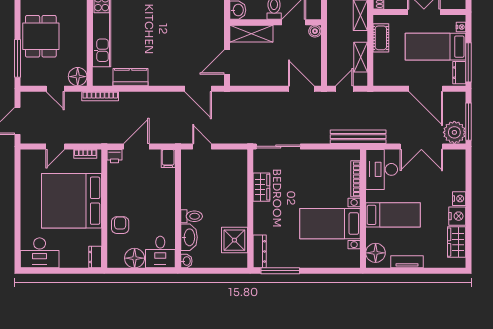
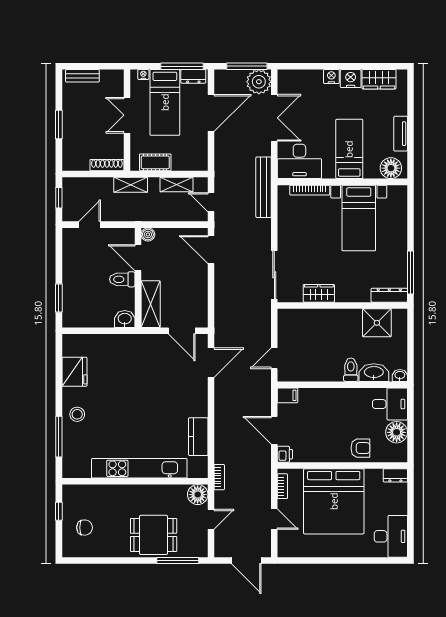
door: (301, 89) -> (211, 250), hinge flipped
bookcase: (100, 96) -> (219, 477), width x0.64
armchair: (120, 225) -> (360, 448), turned 180

